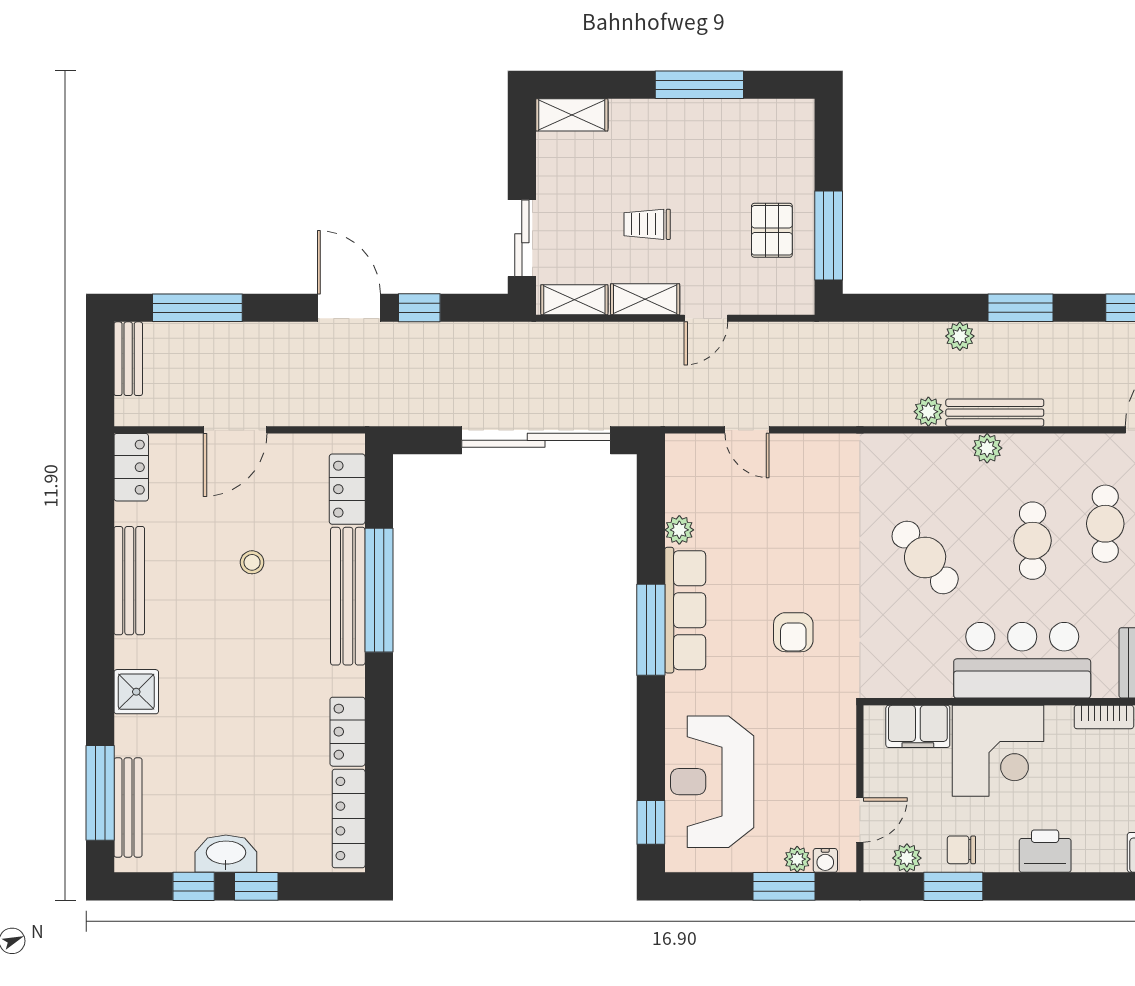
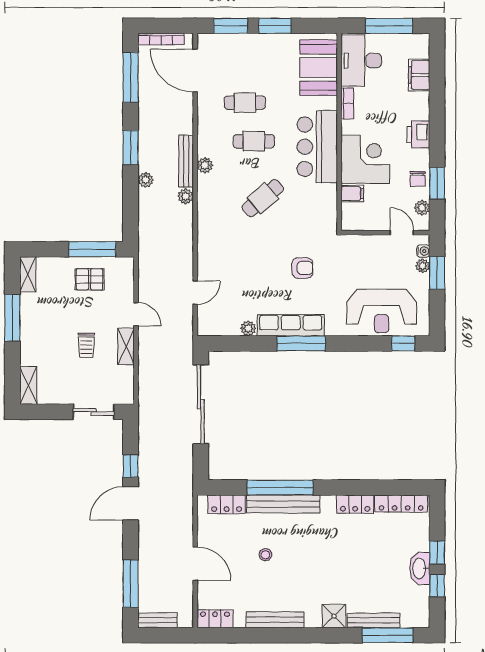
shelving: (574, 300) -> (28, 274), moved
filing cabinet: (918, 726) -> (352, 194), width x0.50
bench: (128, 807) -> (374, 620), moved

